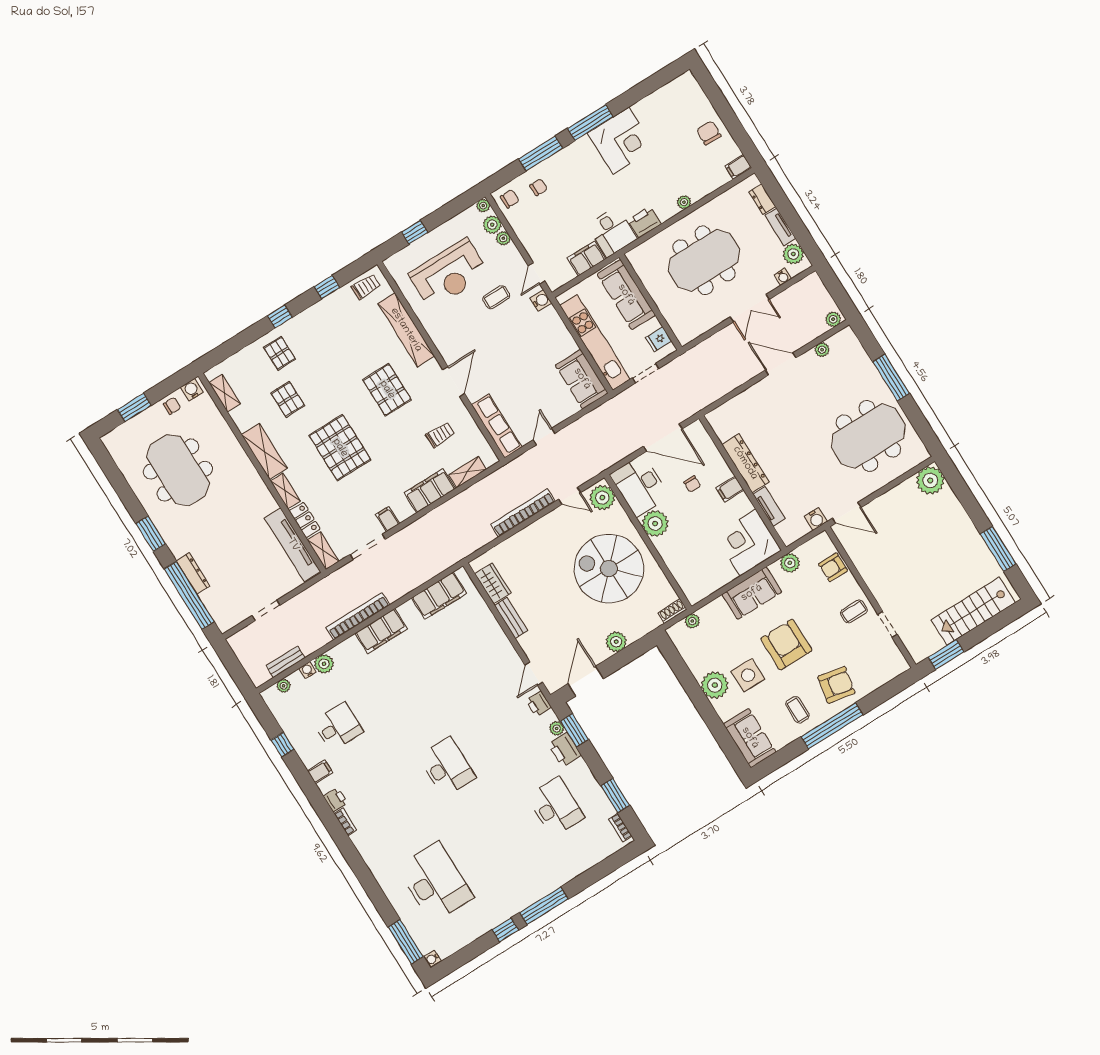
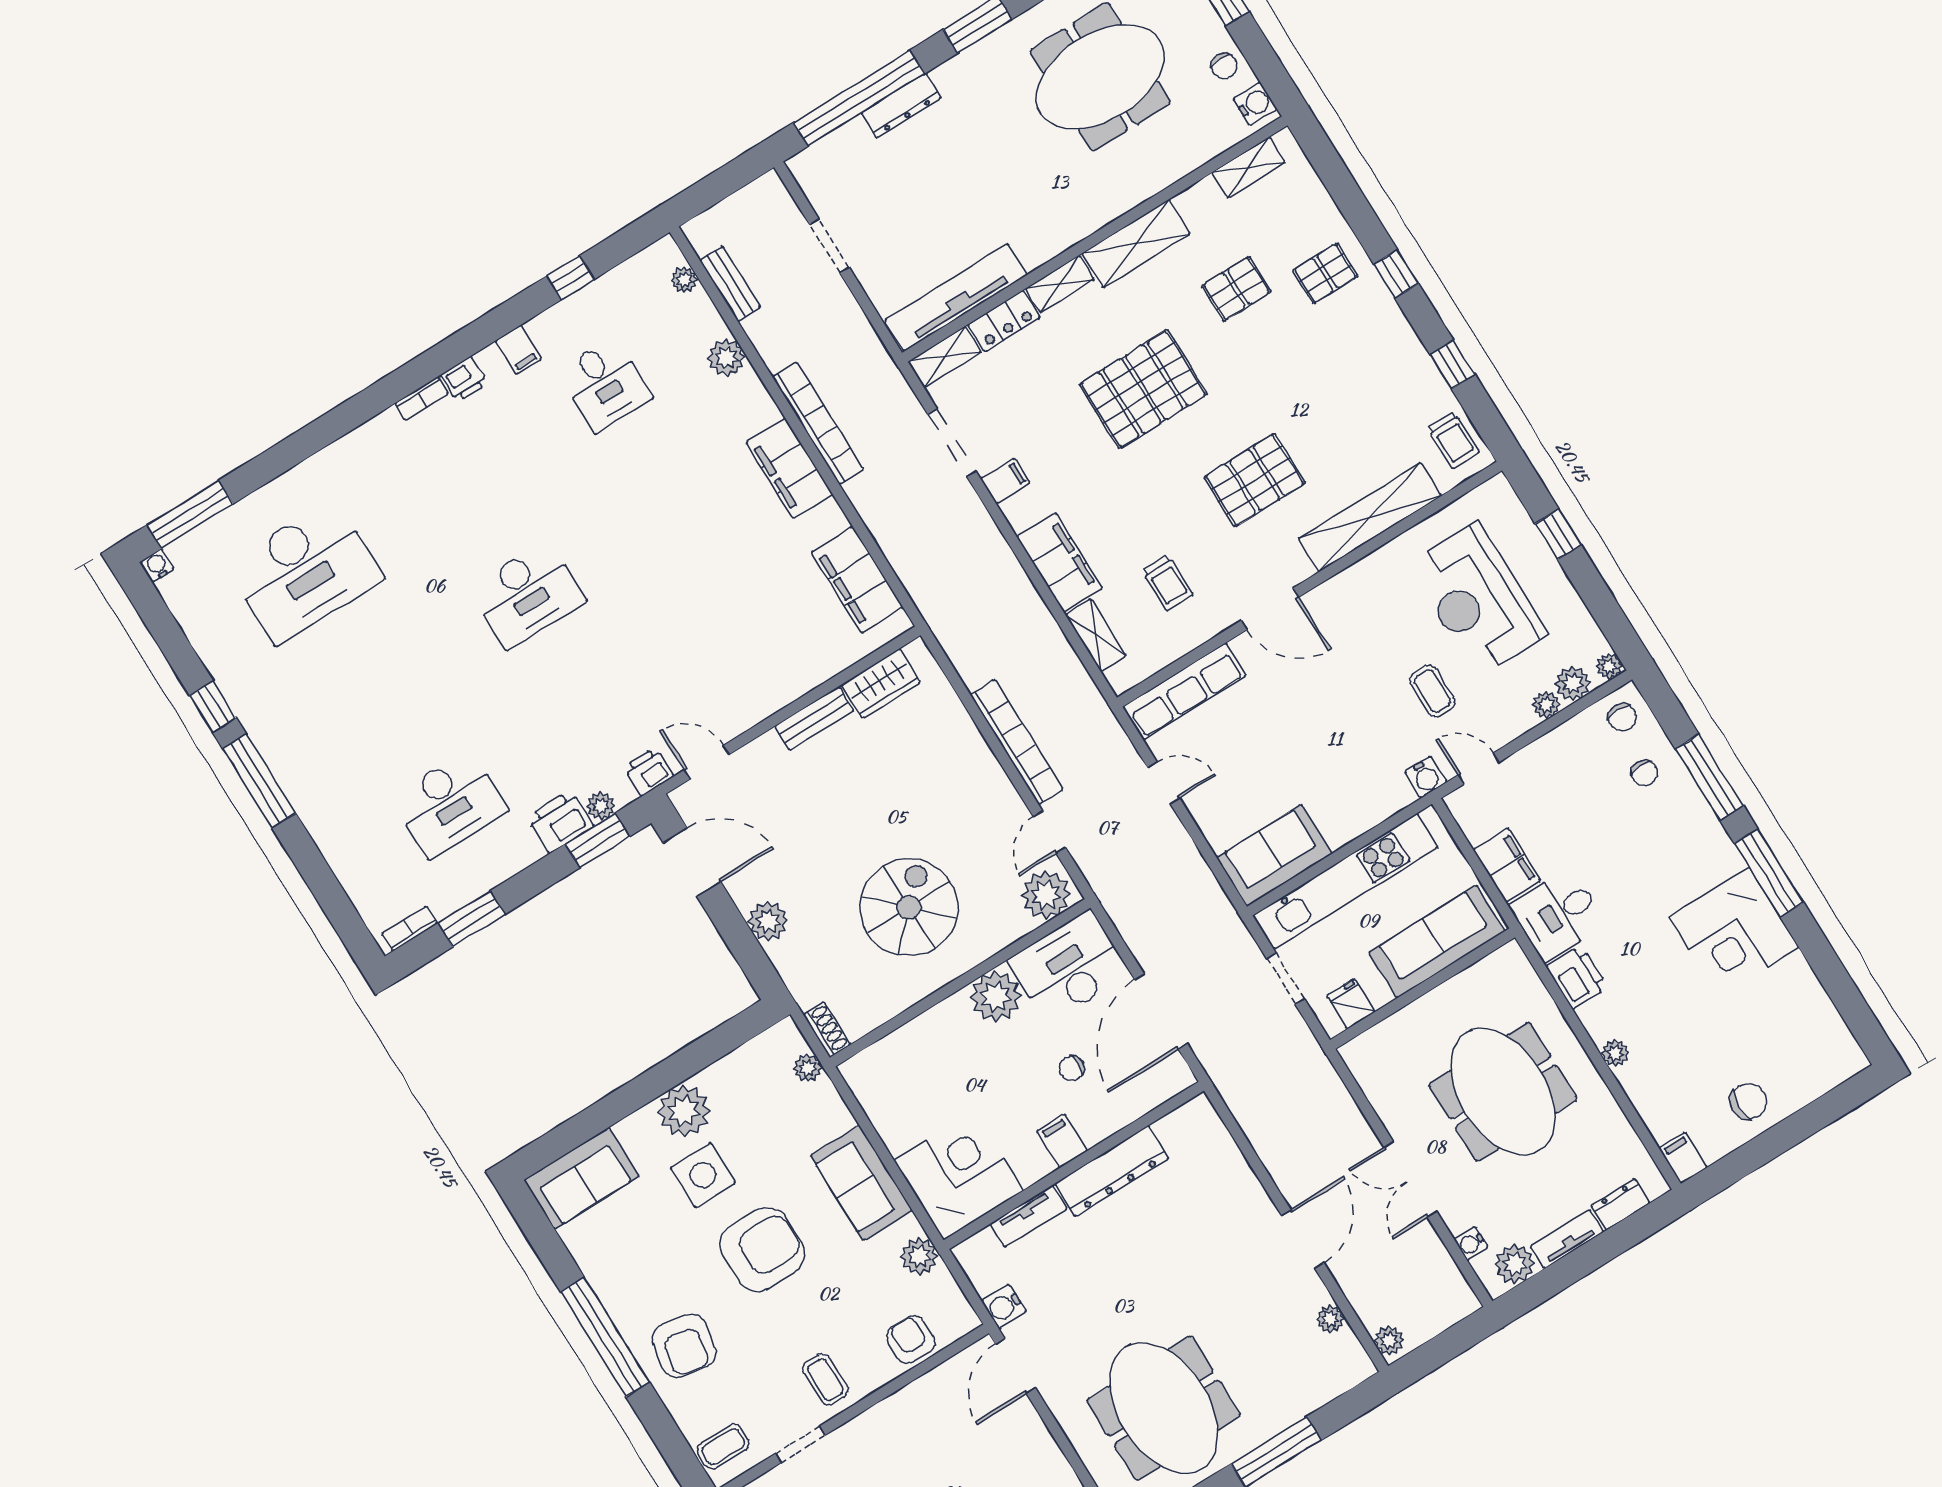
spiral stairs: (609, 569) -> (909, 907), width x0.73, depth x0.73
water cooler: (308, 670) -> (714, 326), removed
coffee table: (797, 710) -> (723, 1447), moved

